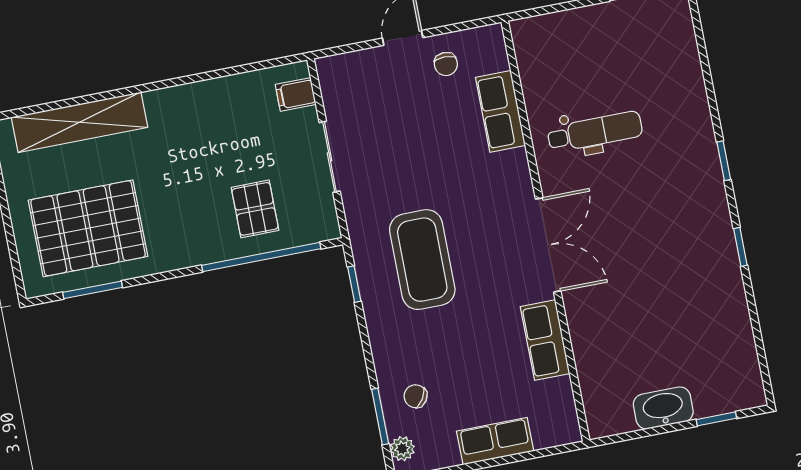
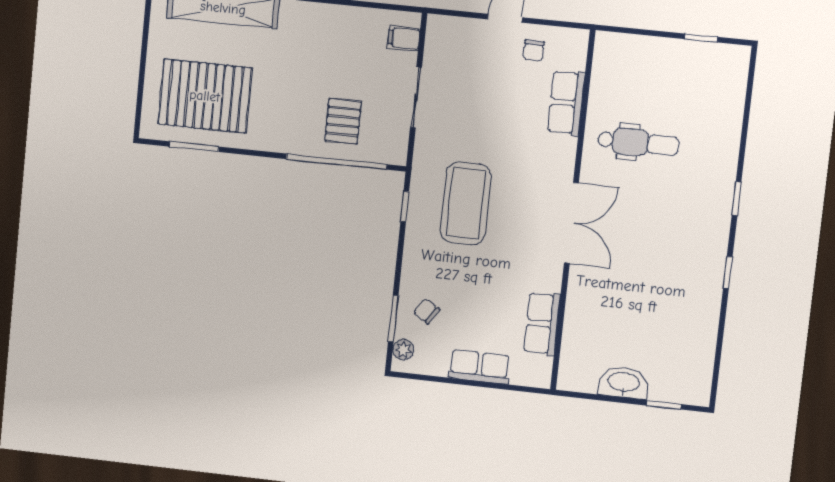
row of seats: (545, 340) -> (542, 324), moved

